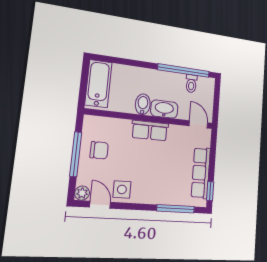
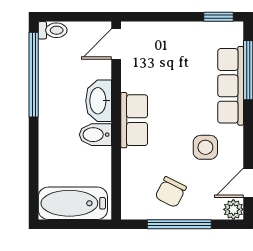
toilet: (191, 84) -> (53, 30), moved
chair: (99, 150) -> (171, 192), turned -153
row of seats: (201, 173) -> (231, 86), moved, turned 90
side table: (122, 189) -> (205, 147), moved

